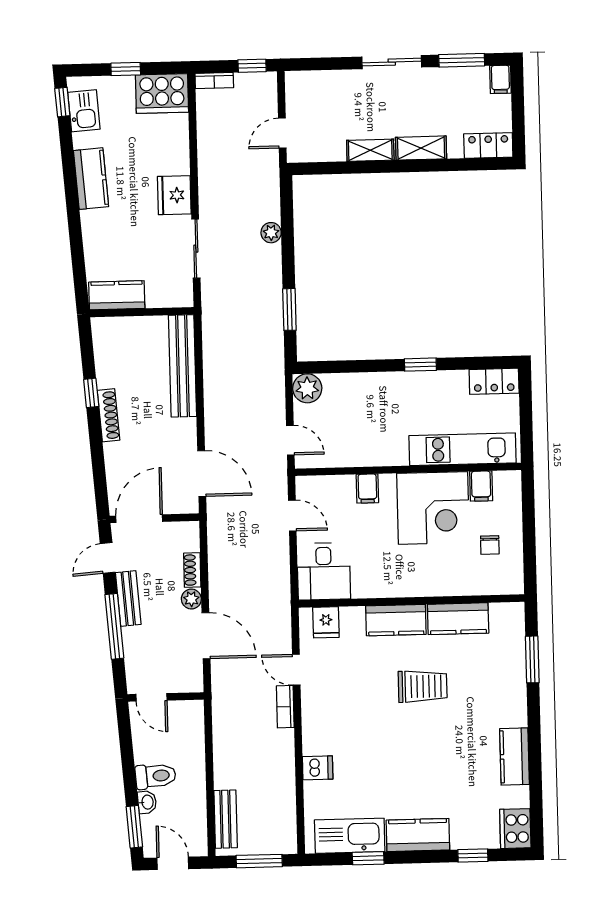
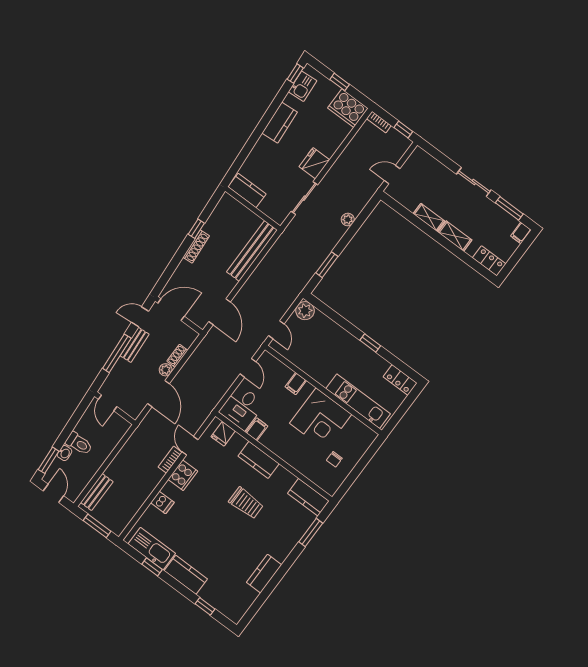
filing cabinet: (481, 486) -> (257, 429), moved, turned 180
kitchen counter: (458, 619) -> (308, 497), moved
cooker: (515, 829) -> (183, 475), moved, turned 180

